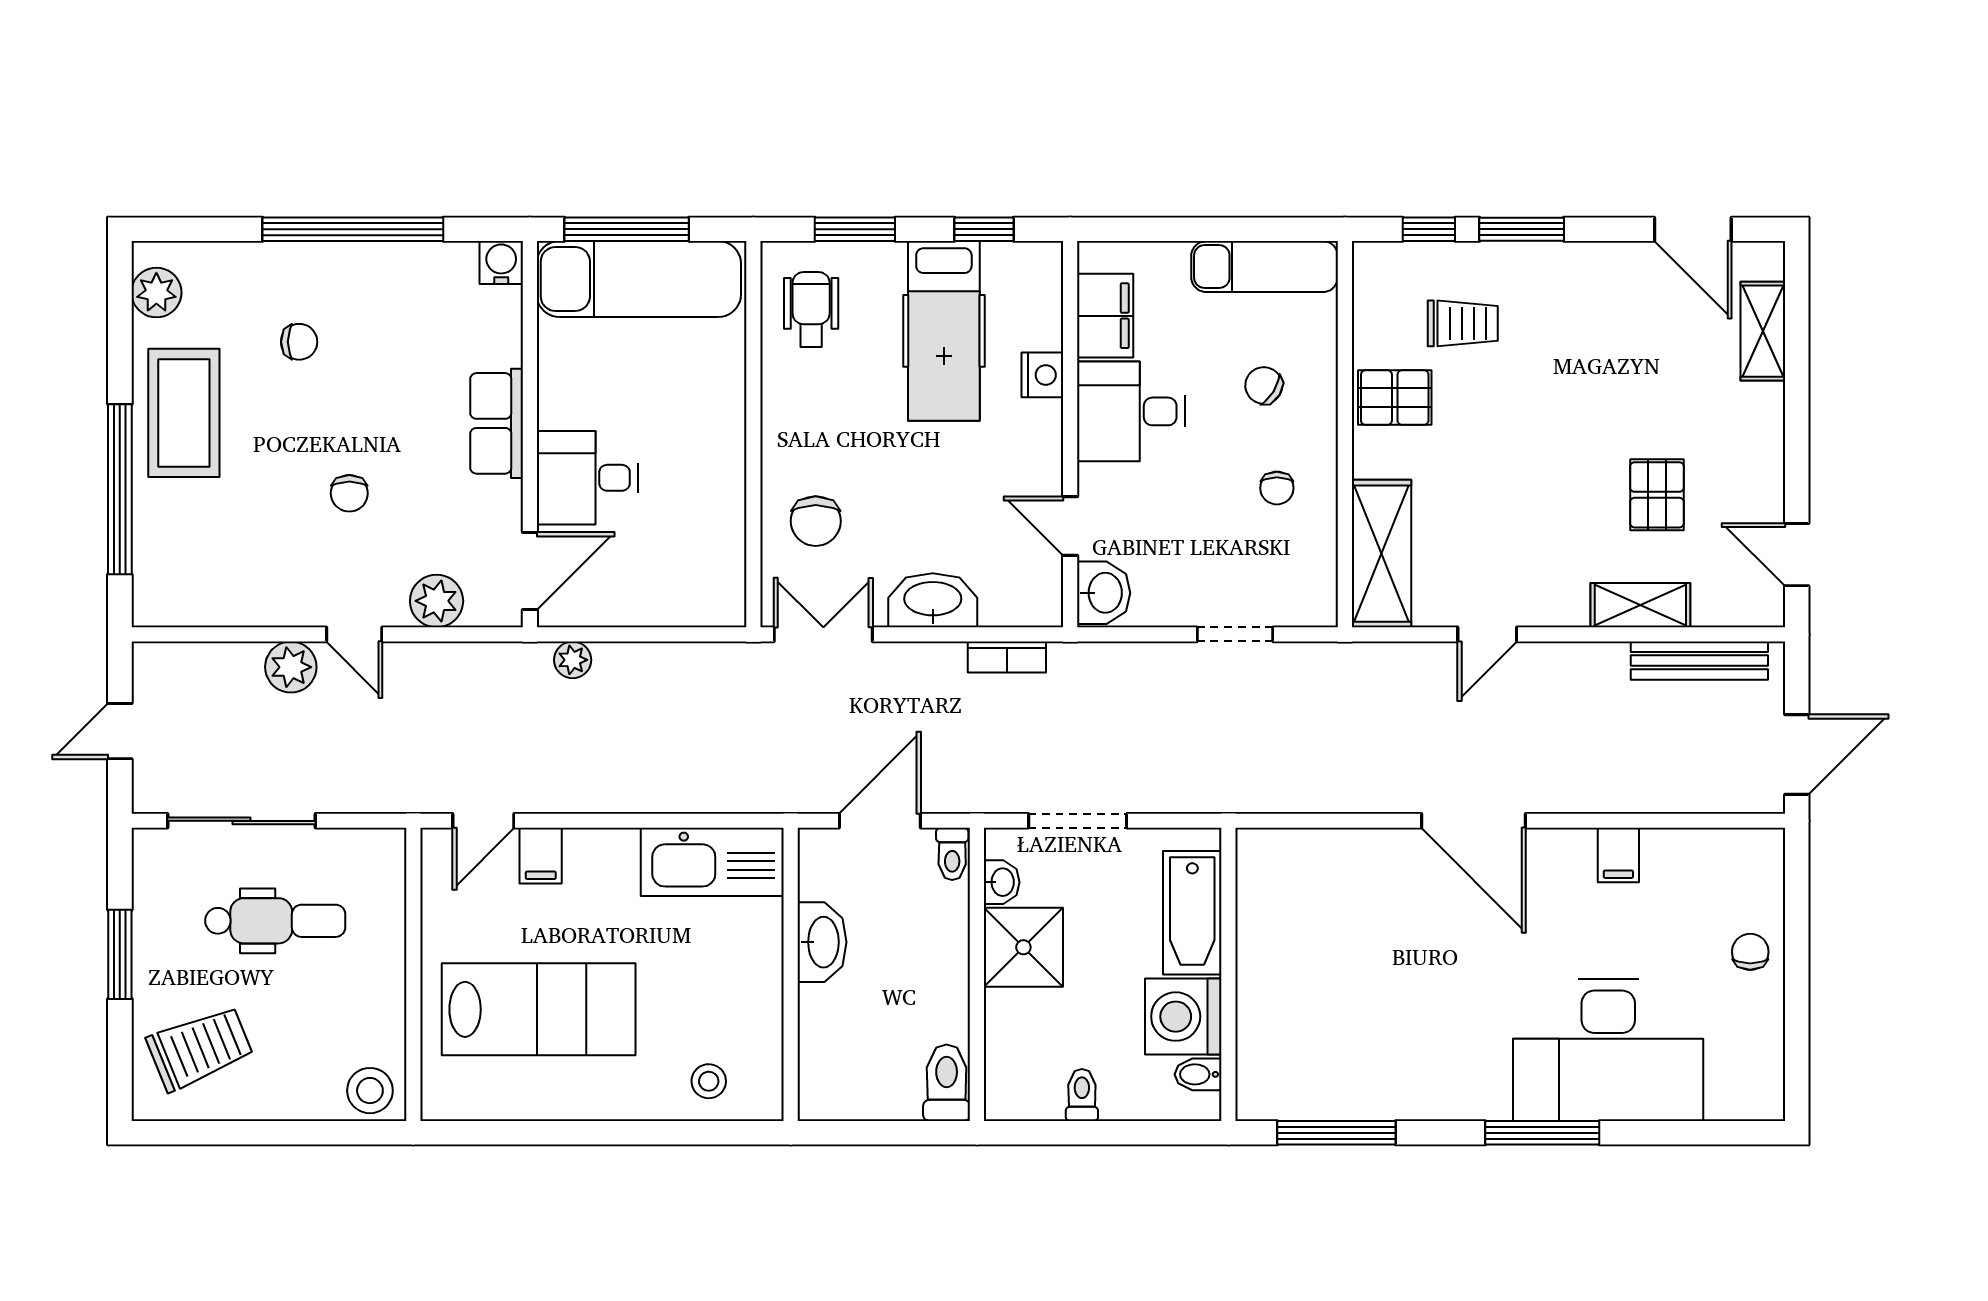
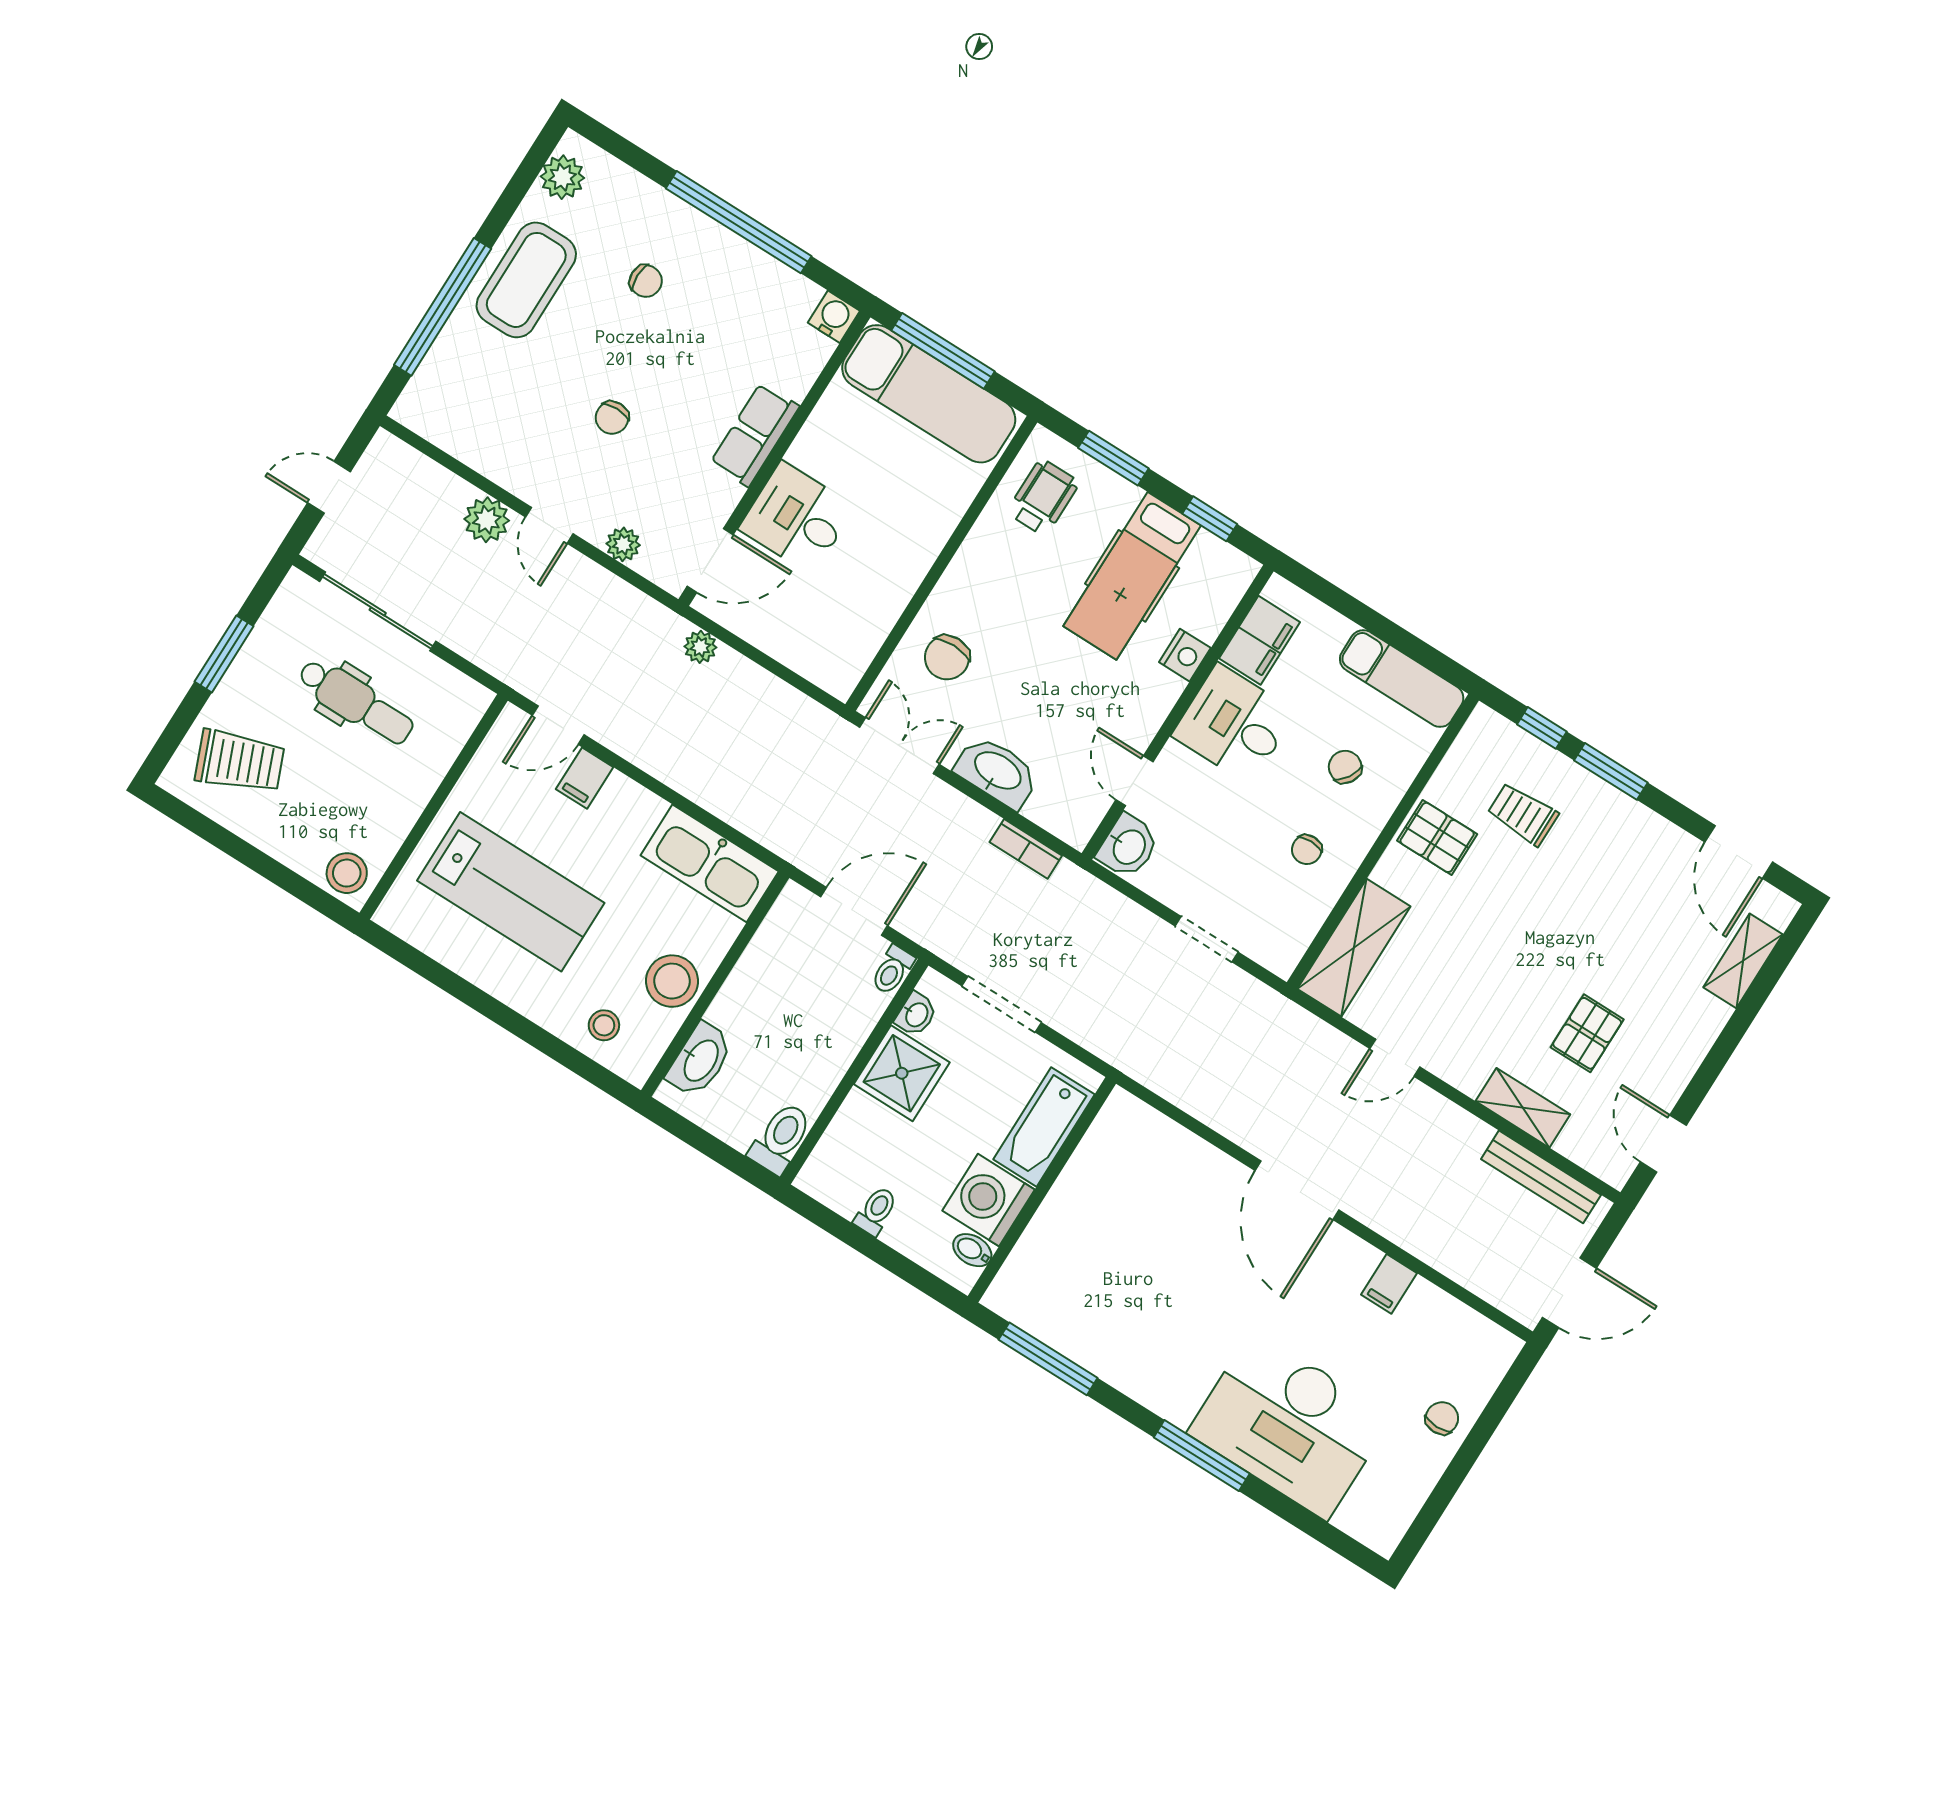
trolley: (1463, 323) -> (1523, 814), turned 180
plant: (437, 601) -> (623, 544), width x0.73, depth x0.73
washbasin: (822, 942) -> (700, 1060), moved
stool: (747, 998) -> (672, 981), added

